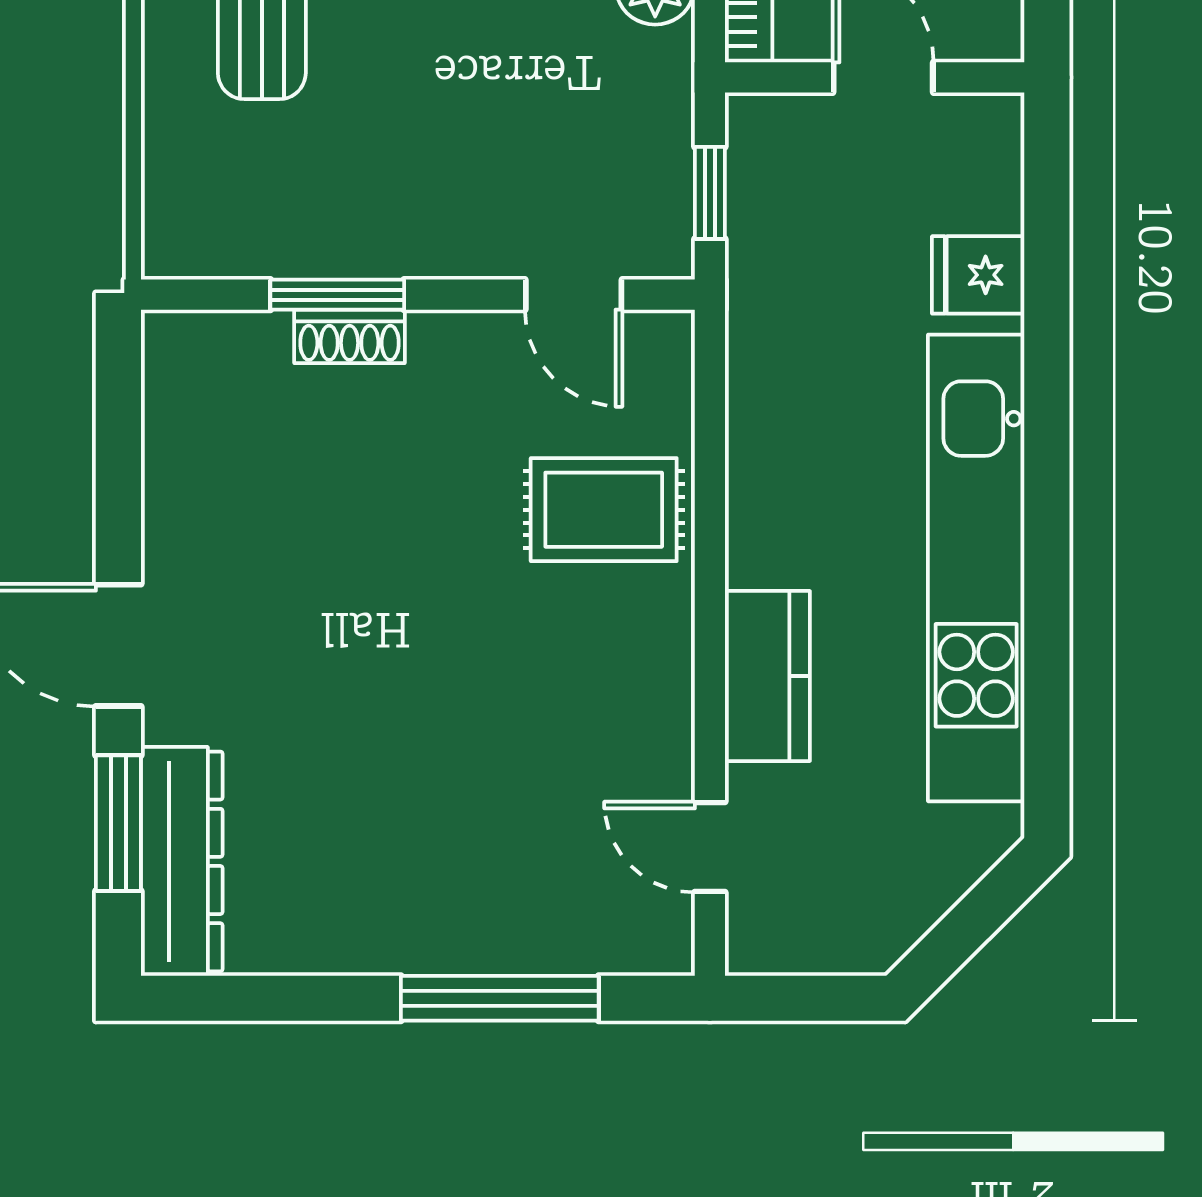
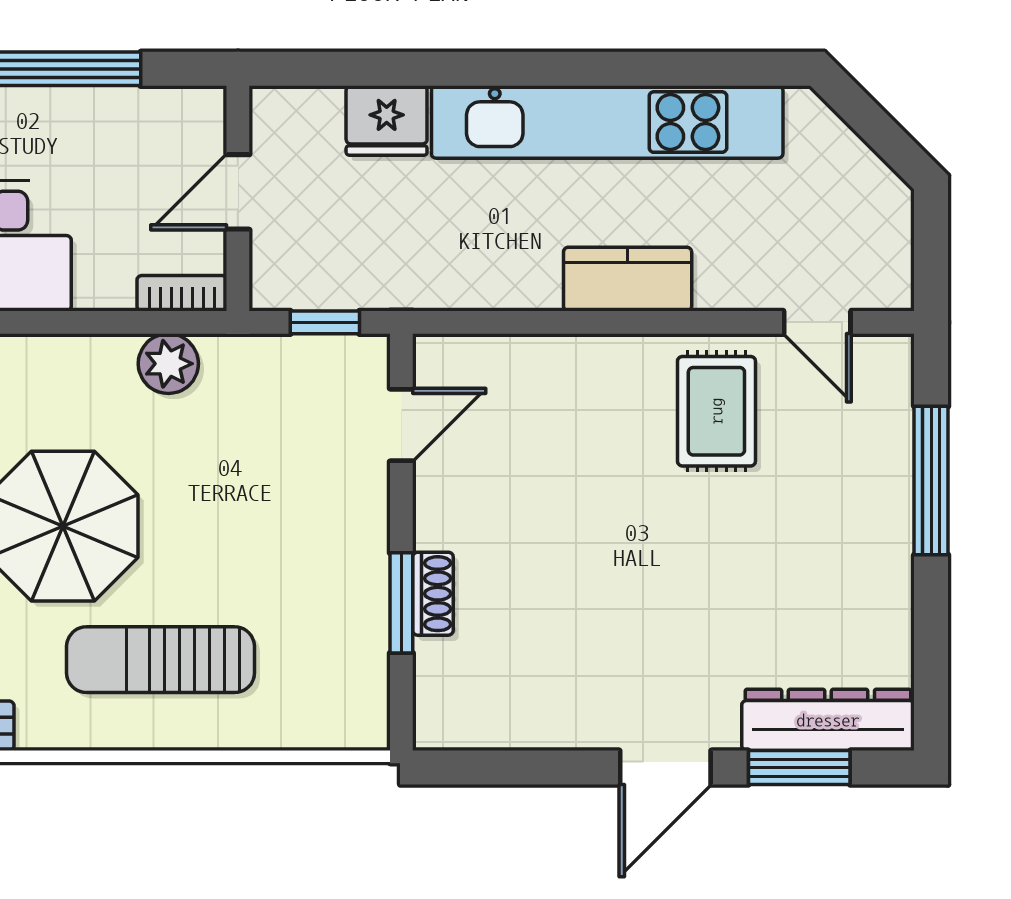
fridge: (978, 275) -> (387, 120), width x1.38
rug: (604, 510) -> (716, 411), moved
kitchen counter: (767, 676) -> (628, 279), moved
door: (710, 847) -> (817, 322), hinge flipped

